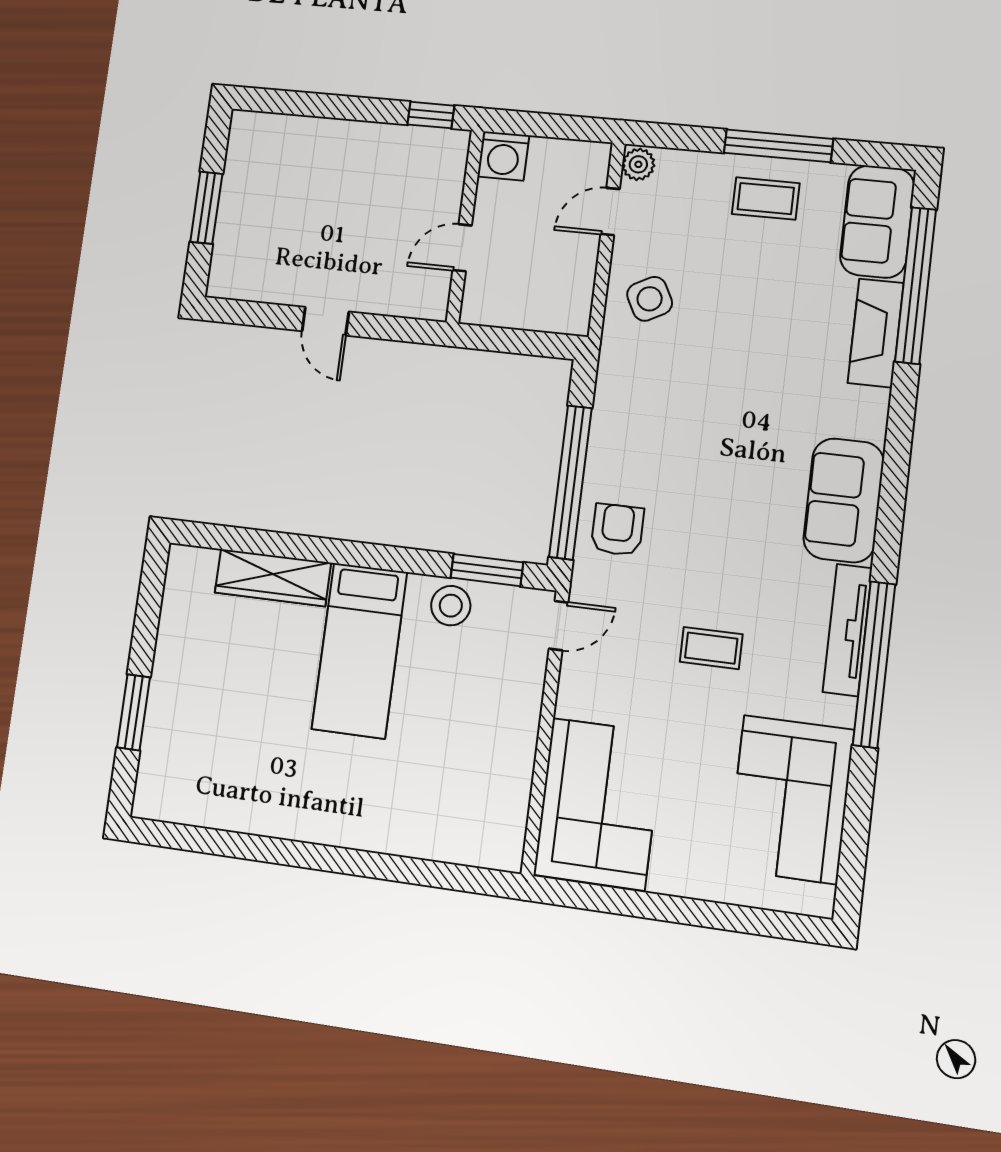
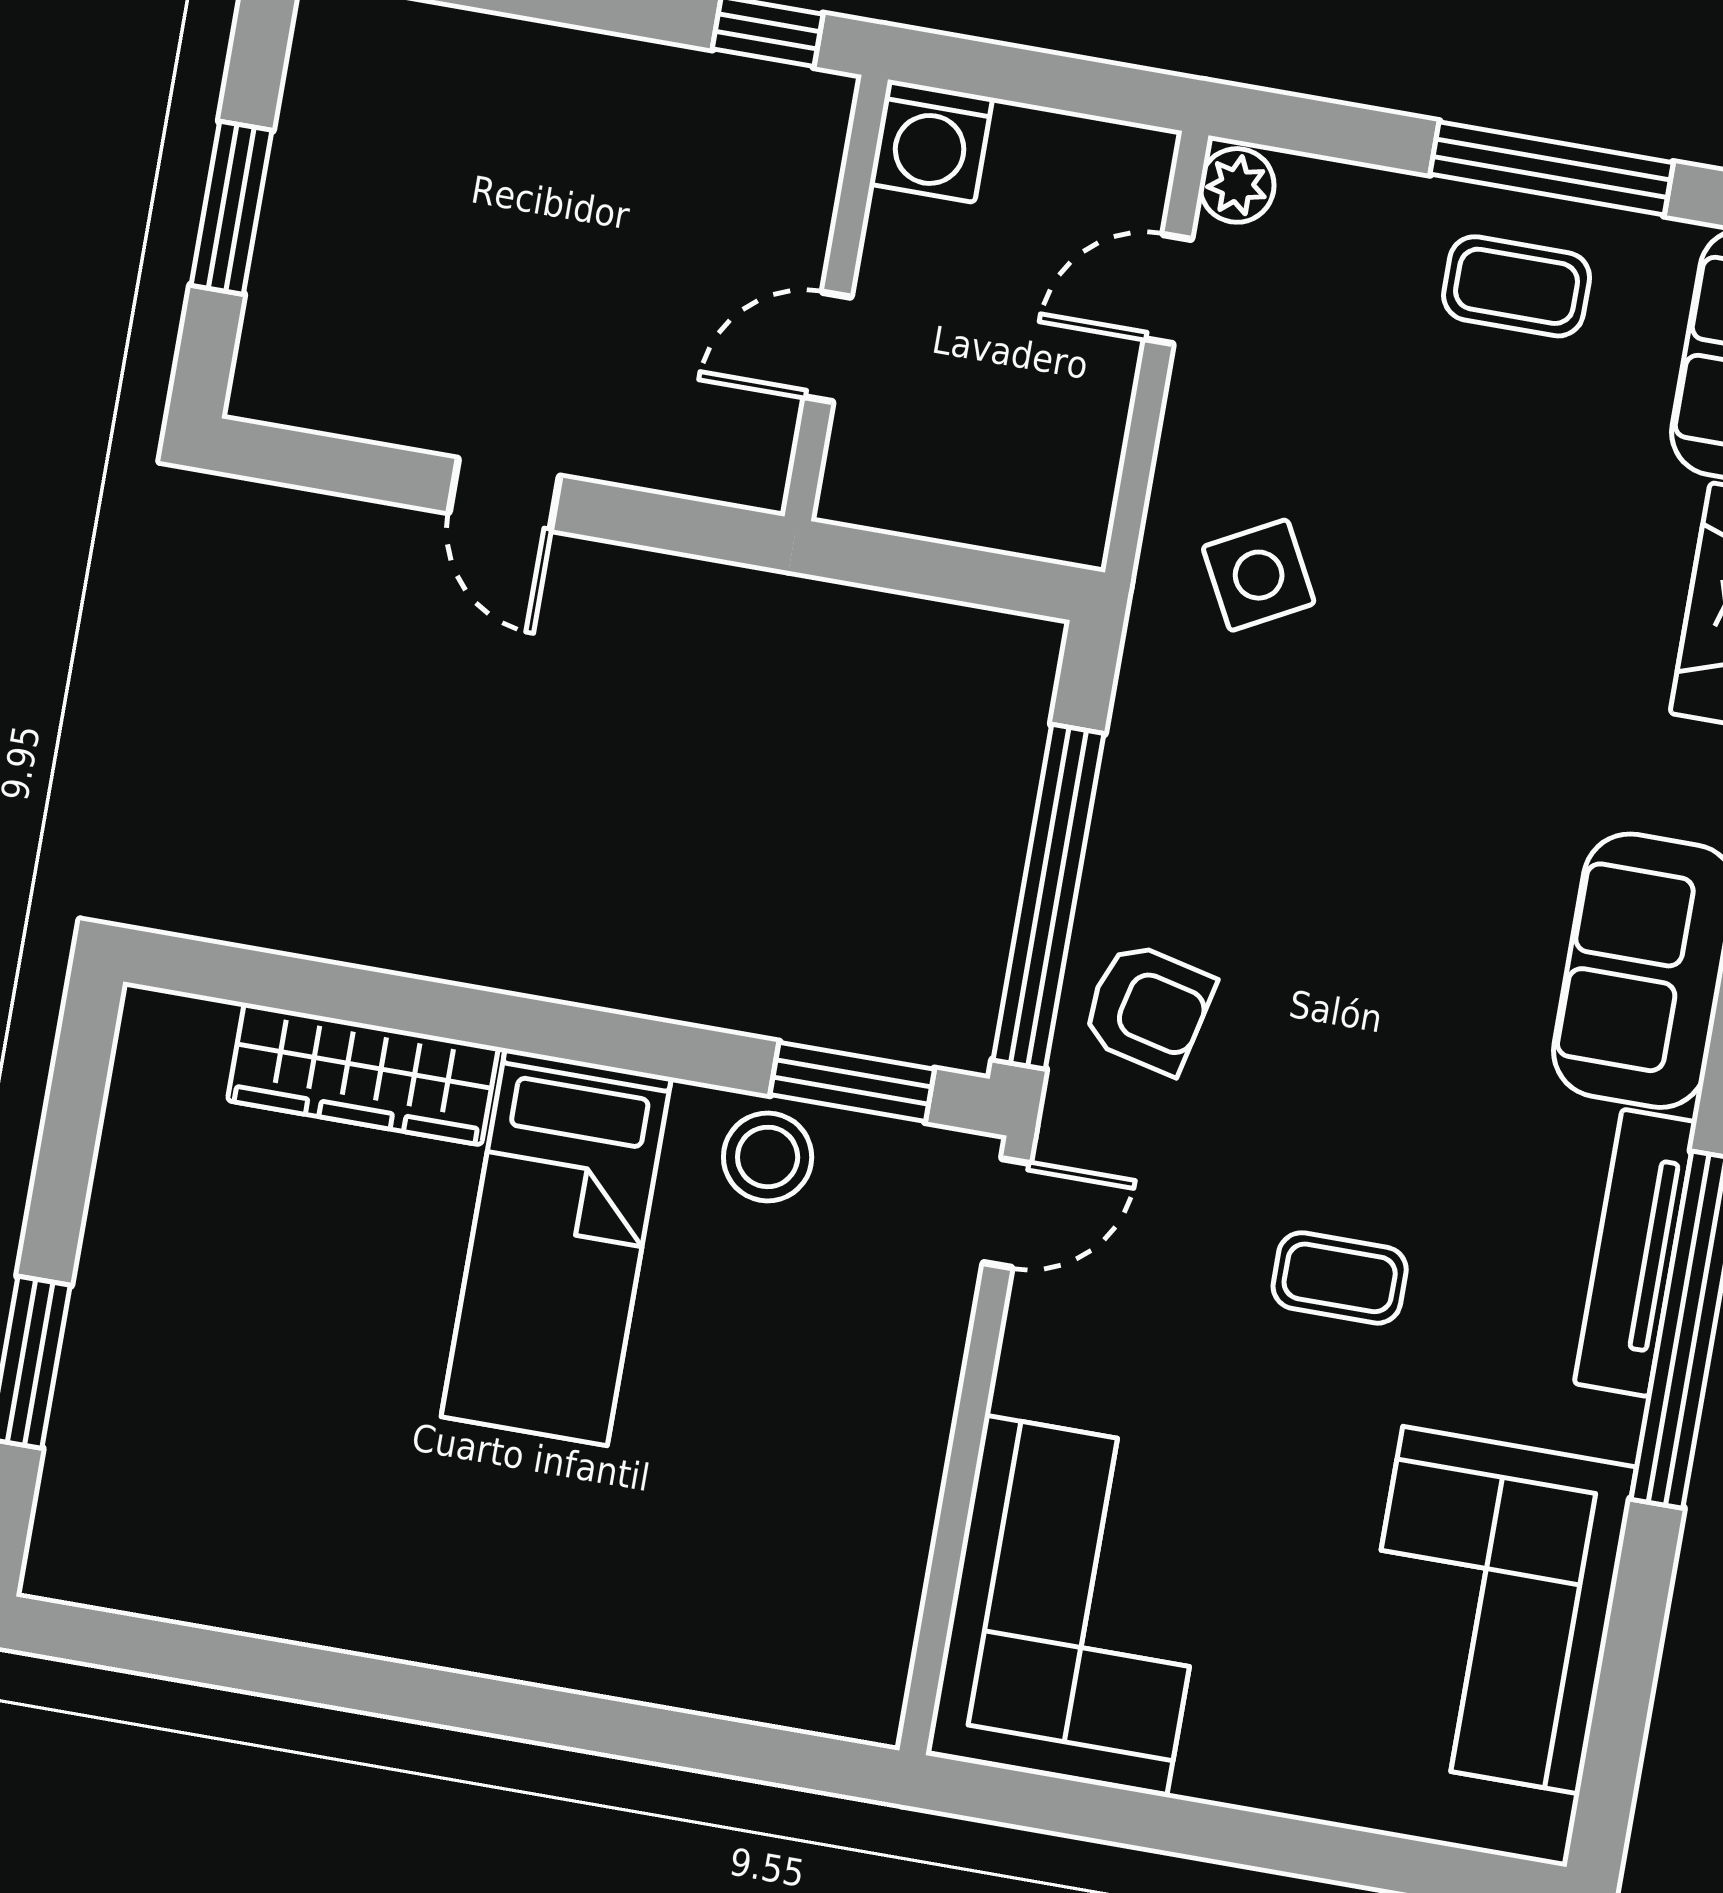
side table: (650, 299) -> (1259, 575), moved
armchair: (617, 530) -> (1148, 1008), turned 103

